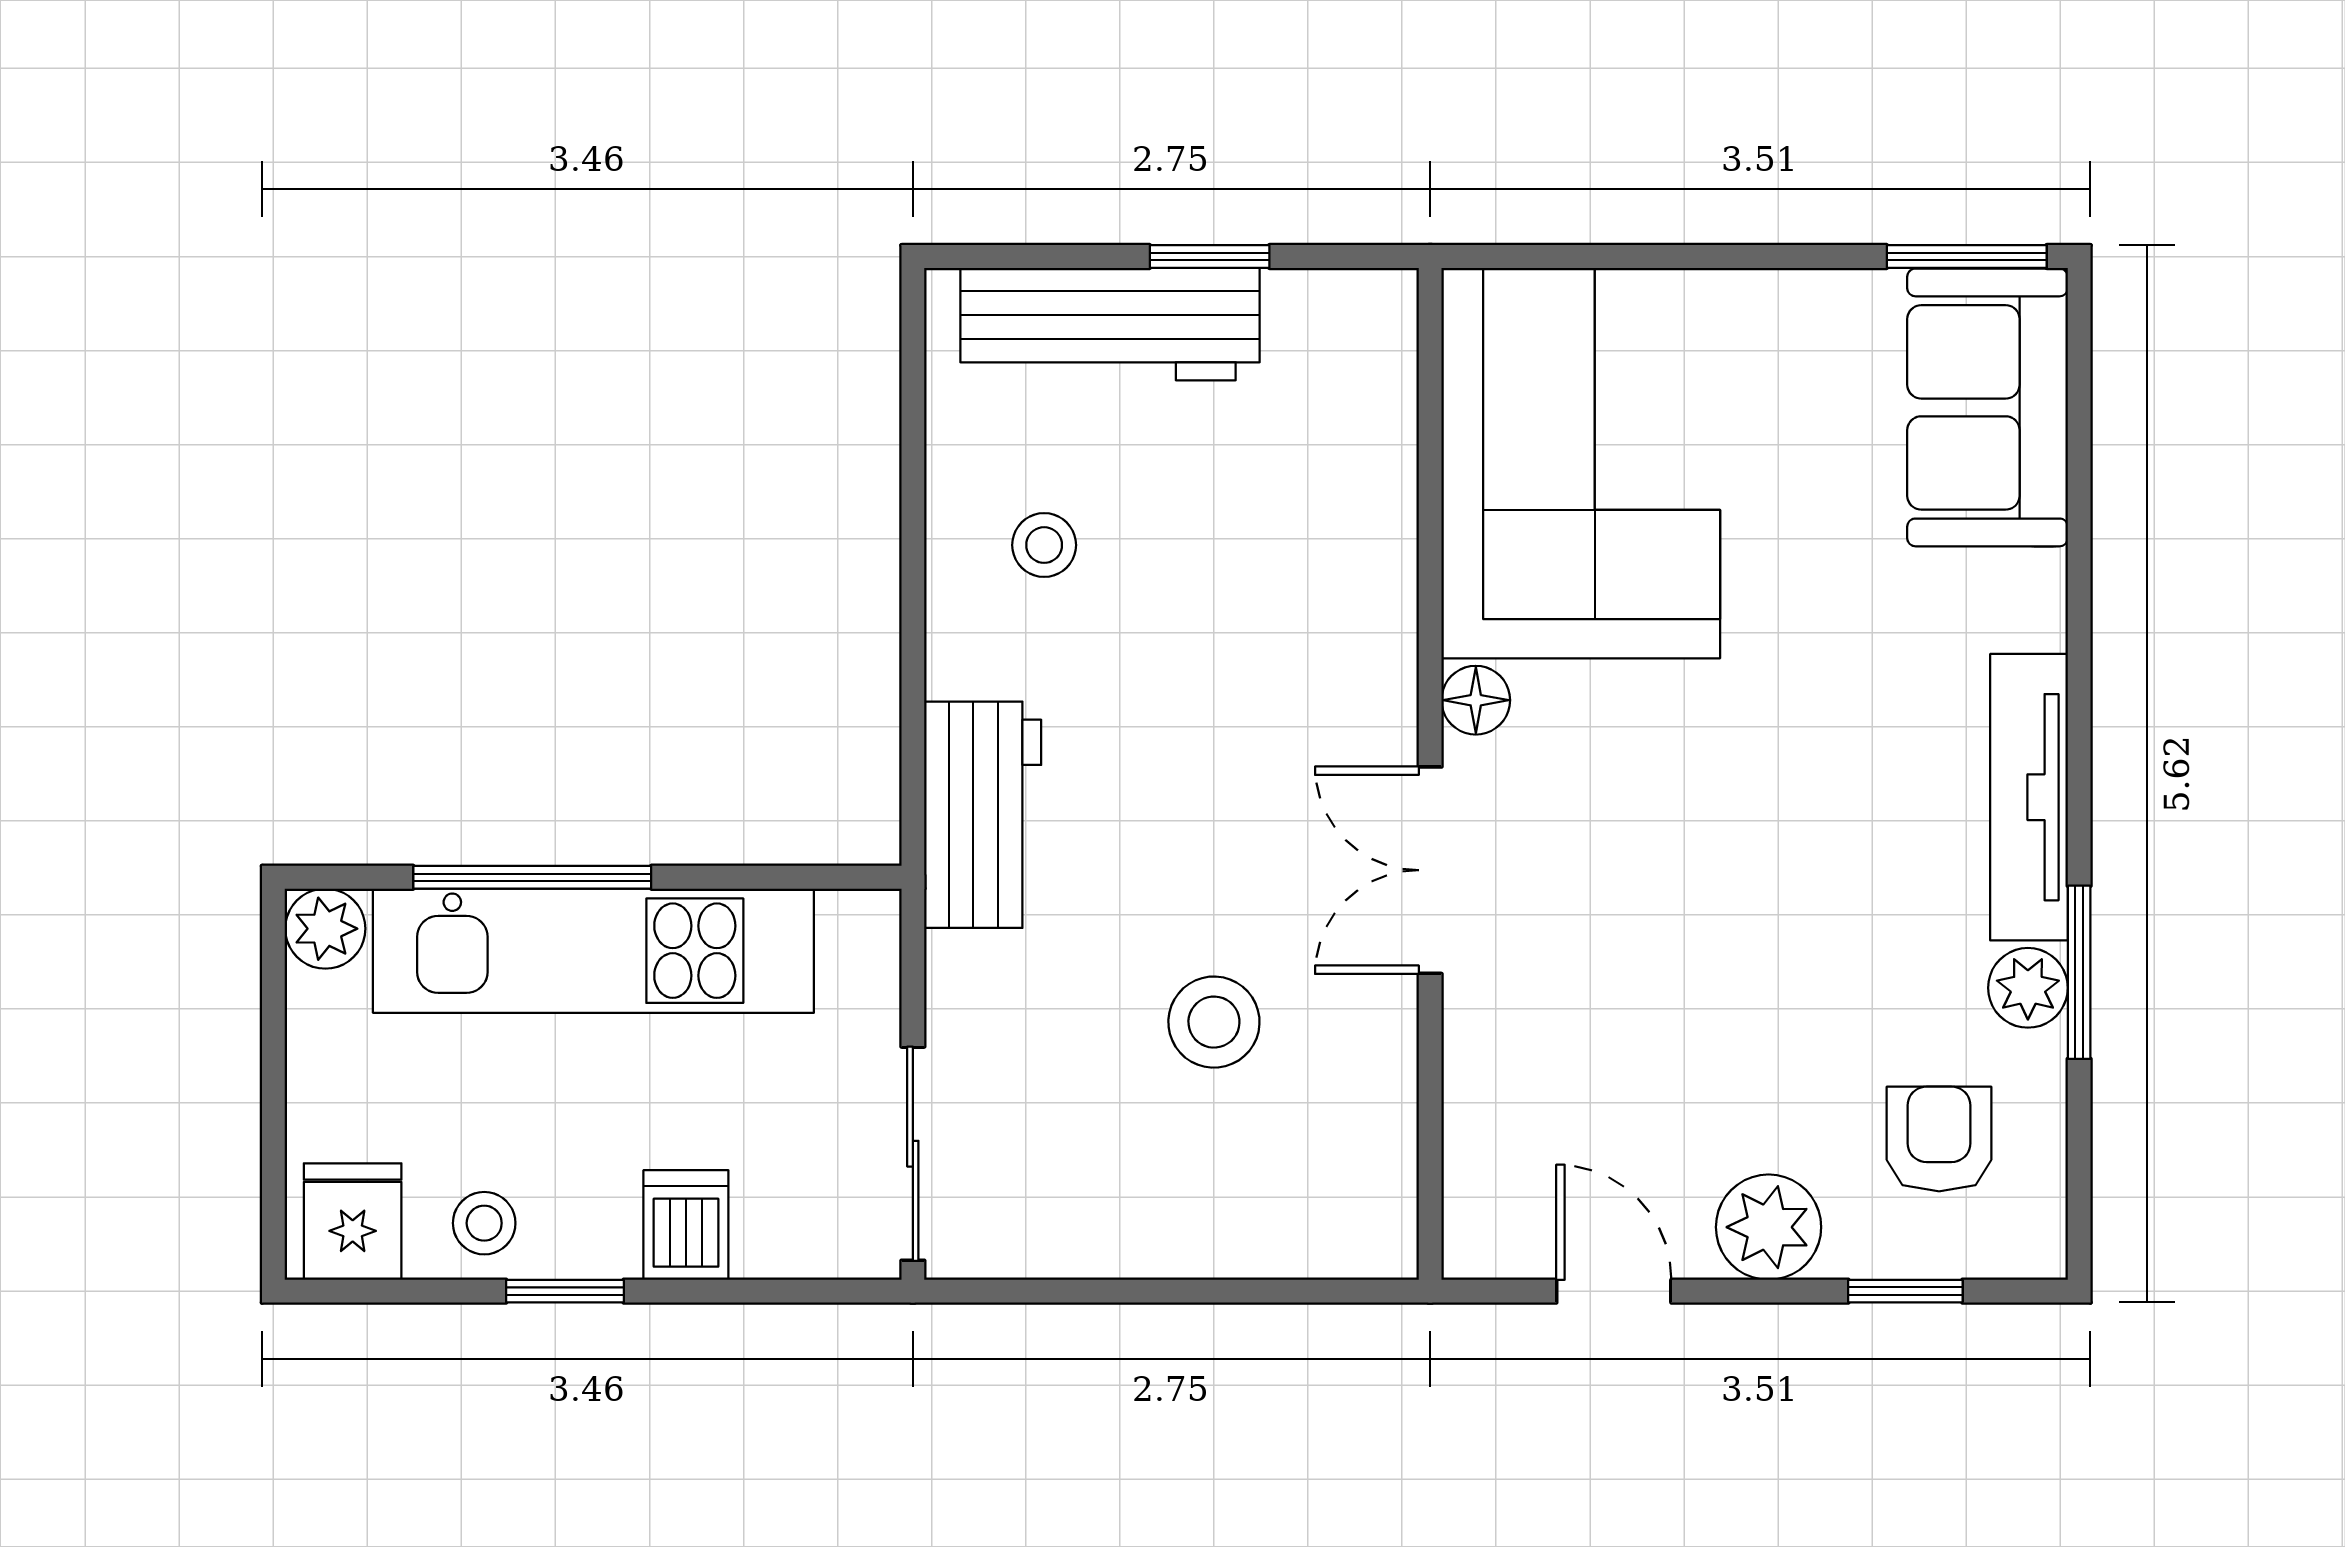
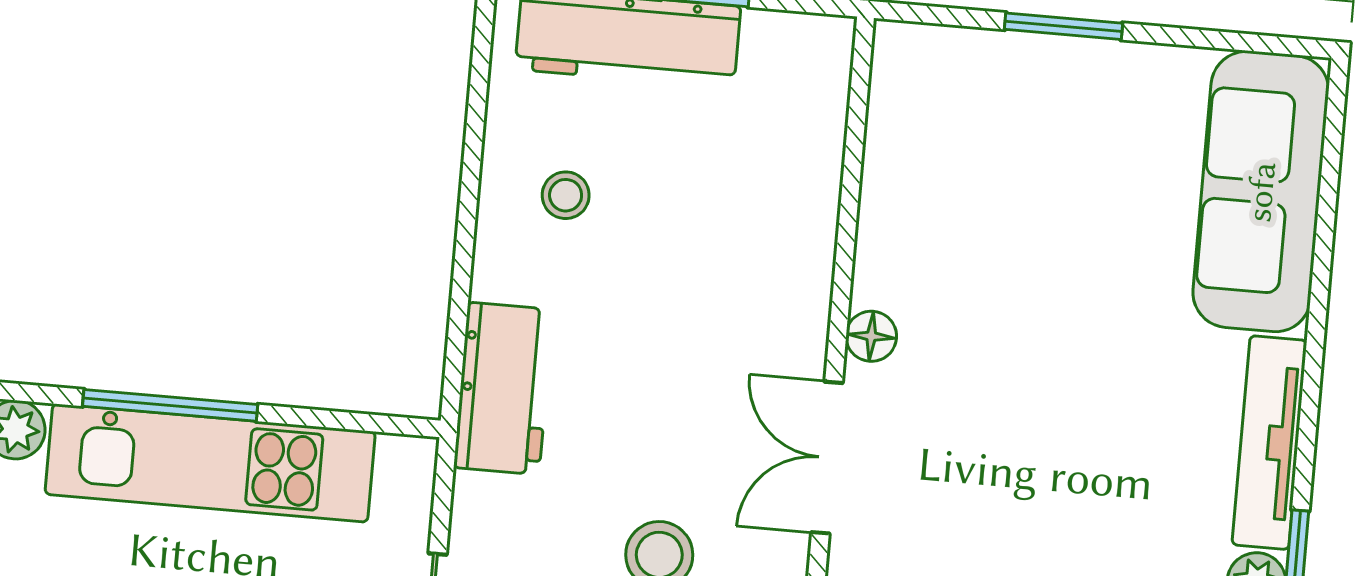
window: (1967, 257) -> (1064, 26), moved
sofa: (1988, 407) -> (1261, 192), width x1.36
corner sofa: (1581, 463) -> (963, 170), removed

